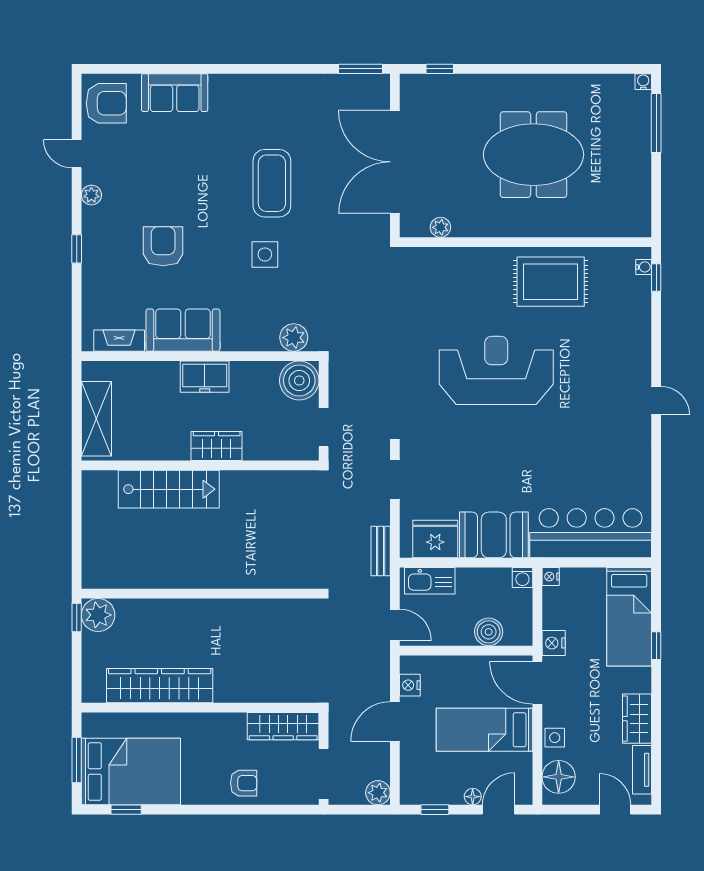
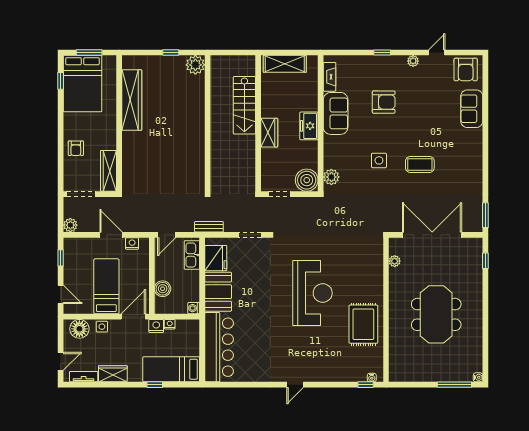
coffee table: (272, 183) -> (420, 164), width x0.73, depth x0.76
nightstand: (551, 577) -> (170, 324), moved
wall: (200, 594) -> (208, 123), moved
plant: (98, 615) -> (195, 65), moved
floor lamp: (473, 797) -> (68, 280), removed

